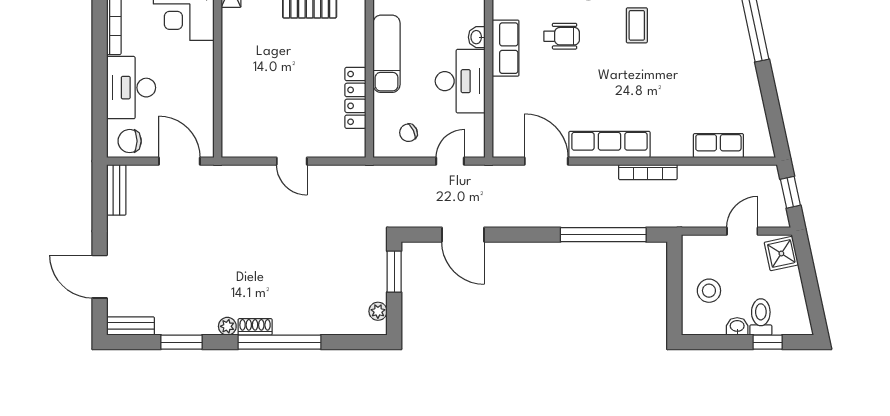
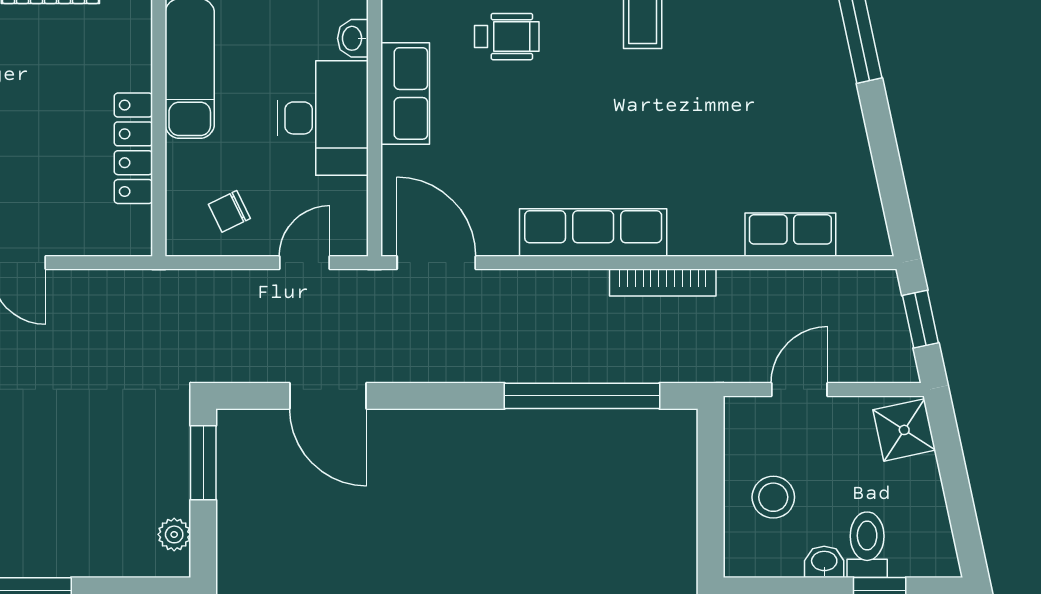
row of seats: (506, 48) -> (405, 93), moved
door: (546, 161) -> (436, 263), moved
door: (742, 231) -> (799, 389), moved

